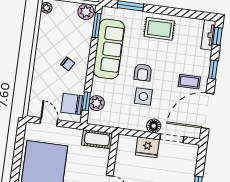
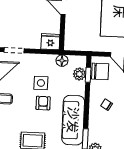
floor lamp: (154, 126) -> (62, 61), moved
cot: (97, 139) -> (76, 44), removed
fridge: (147, 147) -> (50, 42), moved

